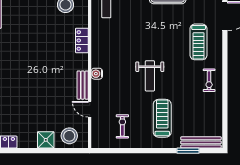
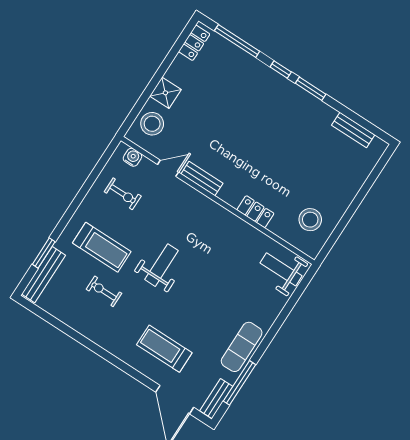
water cooler: (97, 74) -> (132, 157), moved
weight bench: (150, 76) -> (161, 265), turned 90
exercise bike: (209, 80) -> (104, 291), moved

